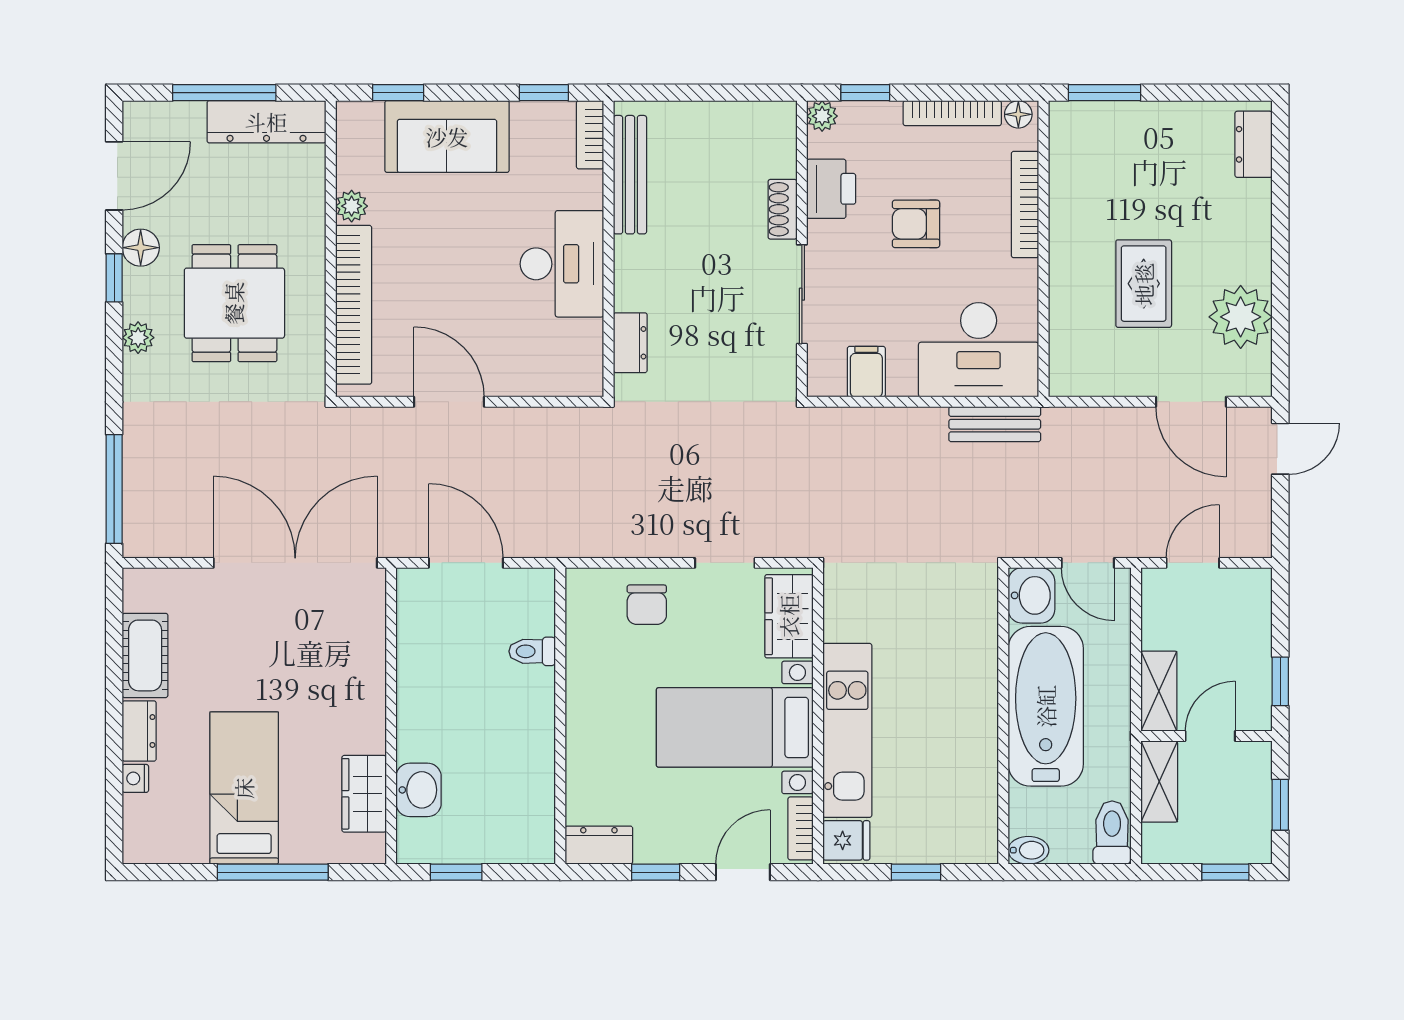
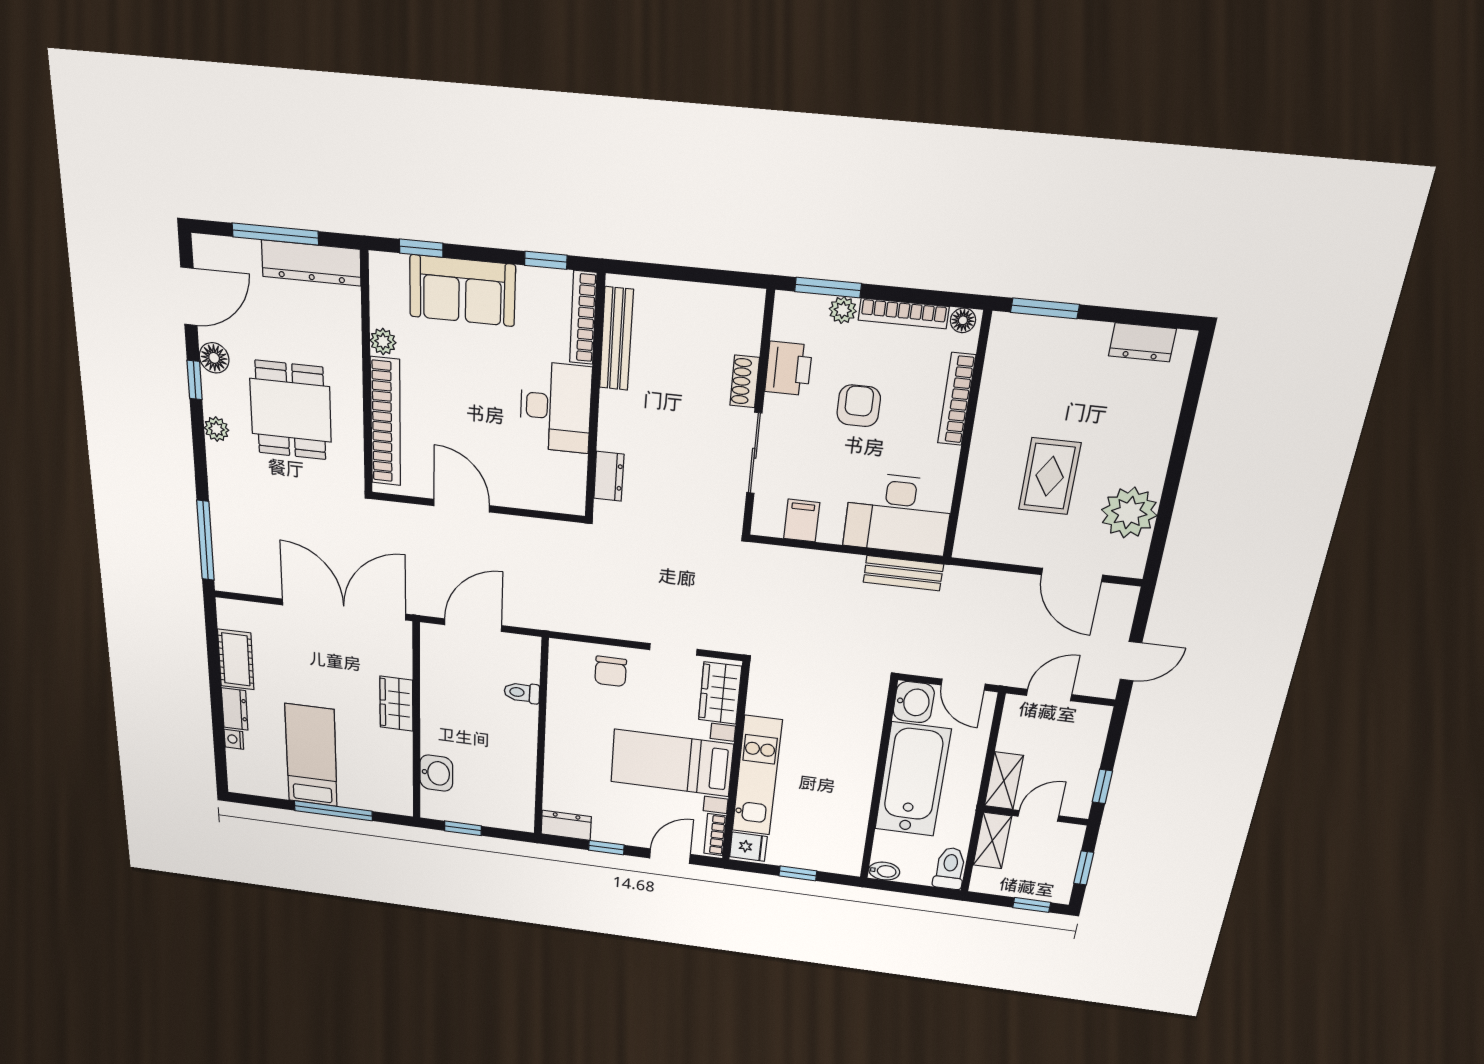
window: (865, 93) -> (828, 287), width x1.50
plant: (822, 116) -> (843, 310), moved
bookcase: (590, 135) -> (583, 318), width x1.56
dresser: (1254, 144) -> (1142, 342), moved, turned -90
armchair: (916, 224) -> (859, 406), turned 90
door: (1280, 449) -> (1131, 661), moved
door: (466, 563) -> (473, 625), hinge flipped
wardrobe: (364, 794) -> (396, 704), moved

